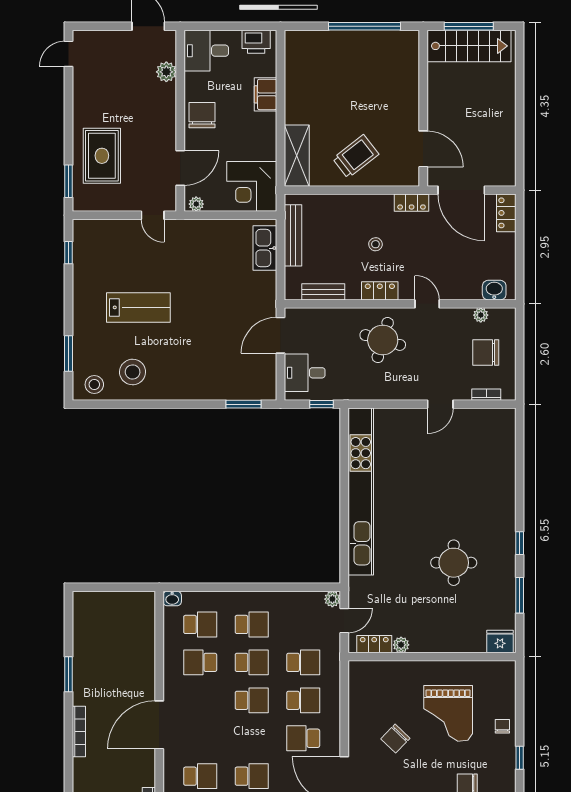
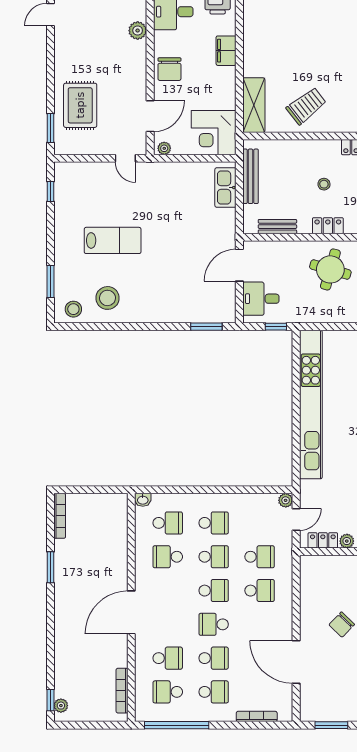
chair: (202, 115) -> (169, 69), turned 180
bookcase: (79, 732) -> (60, 516), moved
school desk: (303, 738) -> (214, 624), moved

